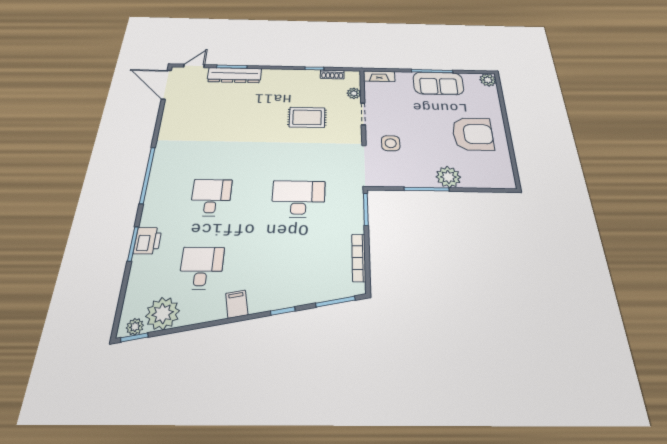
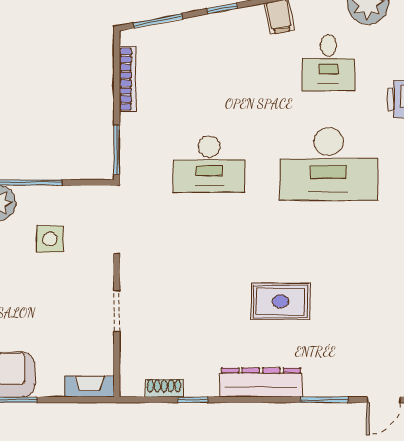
dresser: (234, 75) -> (261, 382), moved
plant: (354, 93) -> (130, 351), removed
rug: (307, 117) -> (281, 301), moved
side table: (391, 143) -> (50, 239), moved
desk: (211, 197) -> (328, 164), width x1.87, depth x1.30

